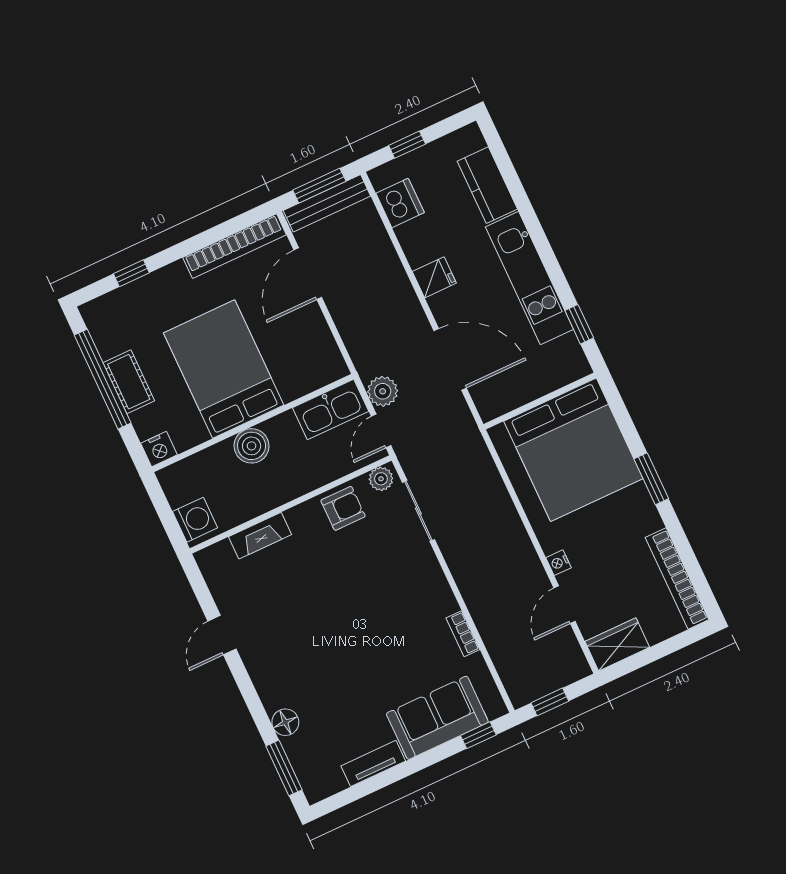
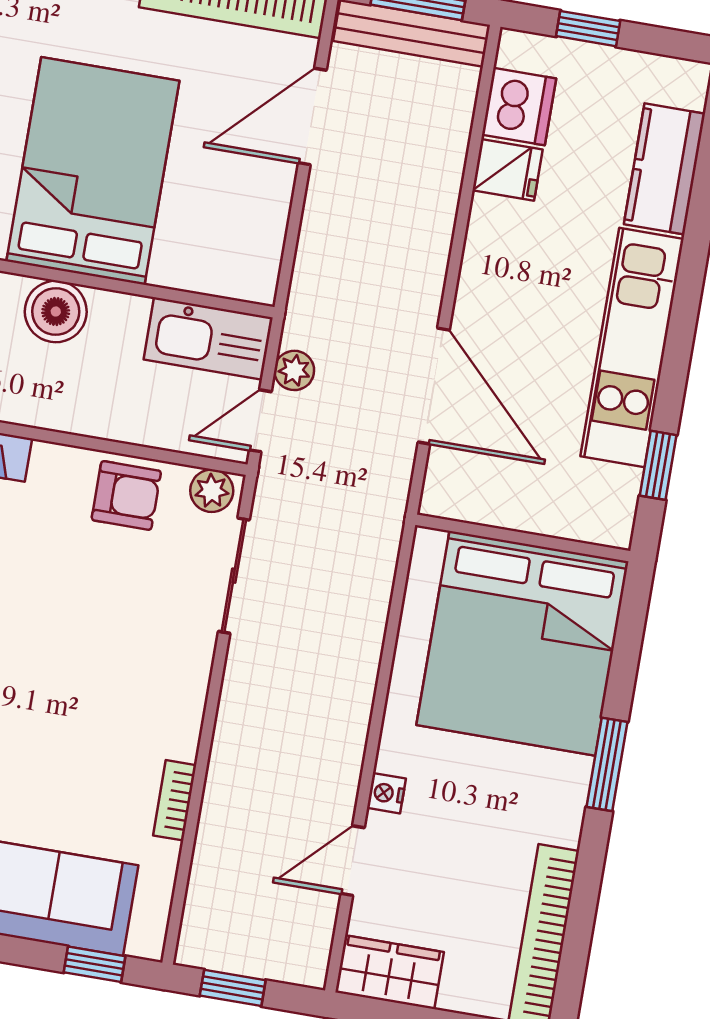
fridge: (434, 277) -> (507, 170), moved
plant: (383, 391) -> (294, 370), width x0.73, depth x0.73

